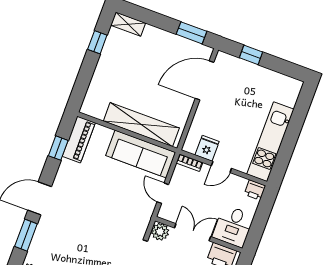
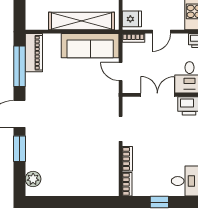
window: (58, 148) -> (19, 66), width x2.17
fridge: (207, 148) -> (132, 19), moved, turned 90
plant: (160, 232) -> (130, 105), removed

